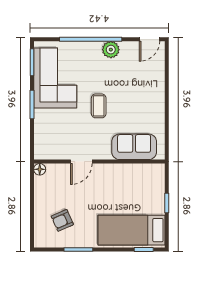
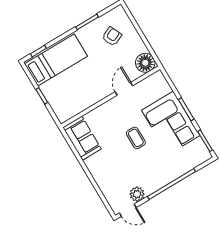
door: (150, 39) -> (128, 210), swing flipped
plant: (111, 50) -> (137, 194), moved
corner sofa: (55, 78) -> (171, 123), moved
sofa: (134, 147) -> (82, 138), moved, turned -90
floor lamp: (40, 169) -> (145, 63), width x1.89, depth x1.89

